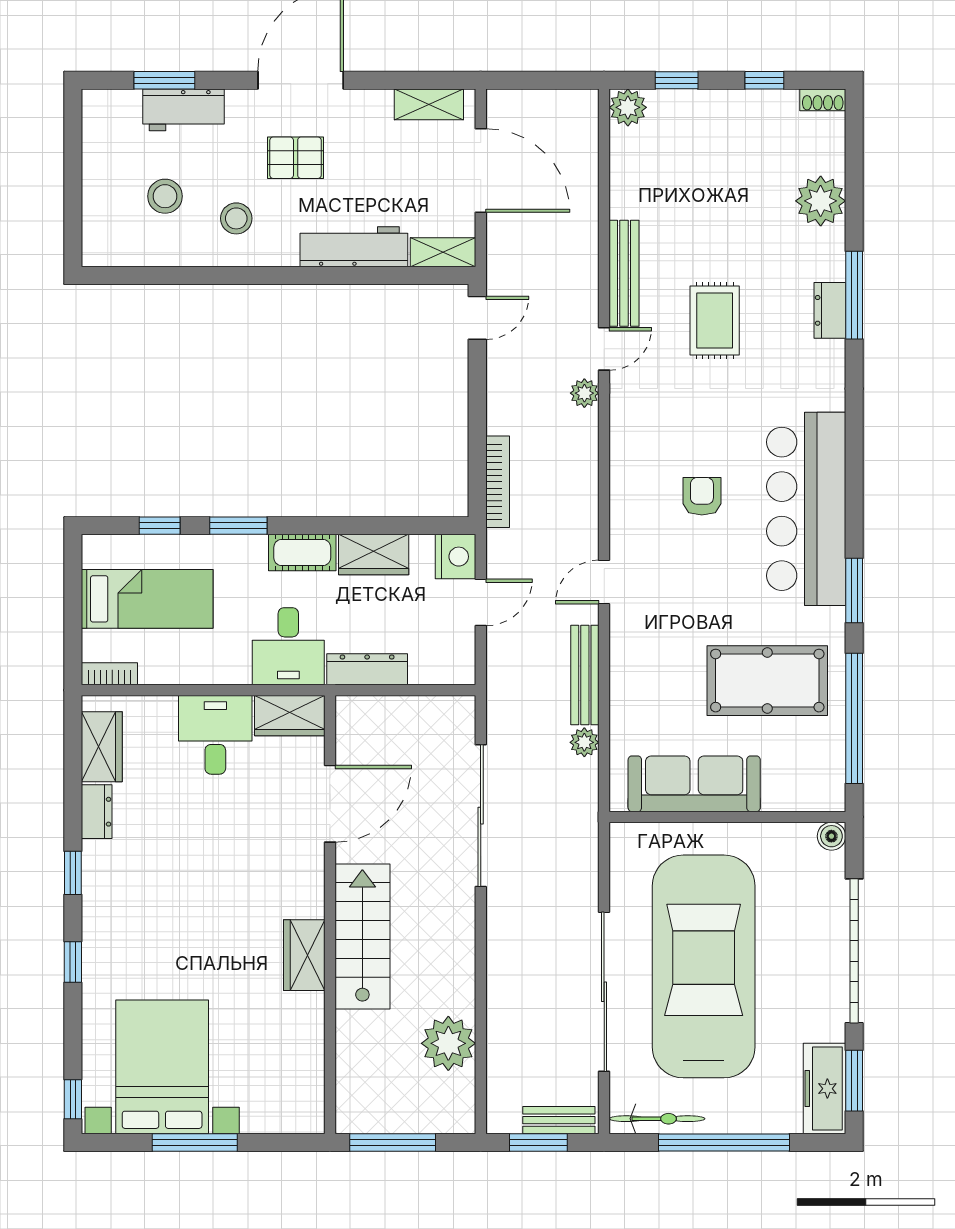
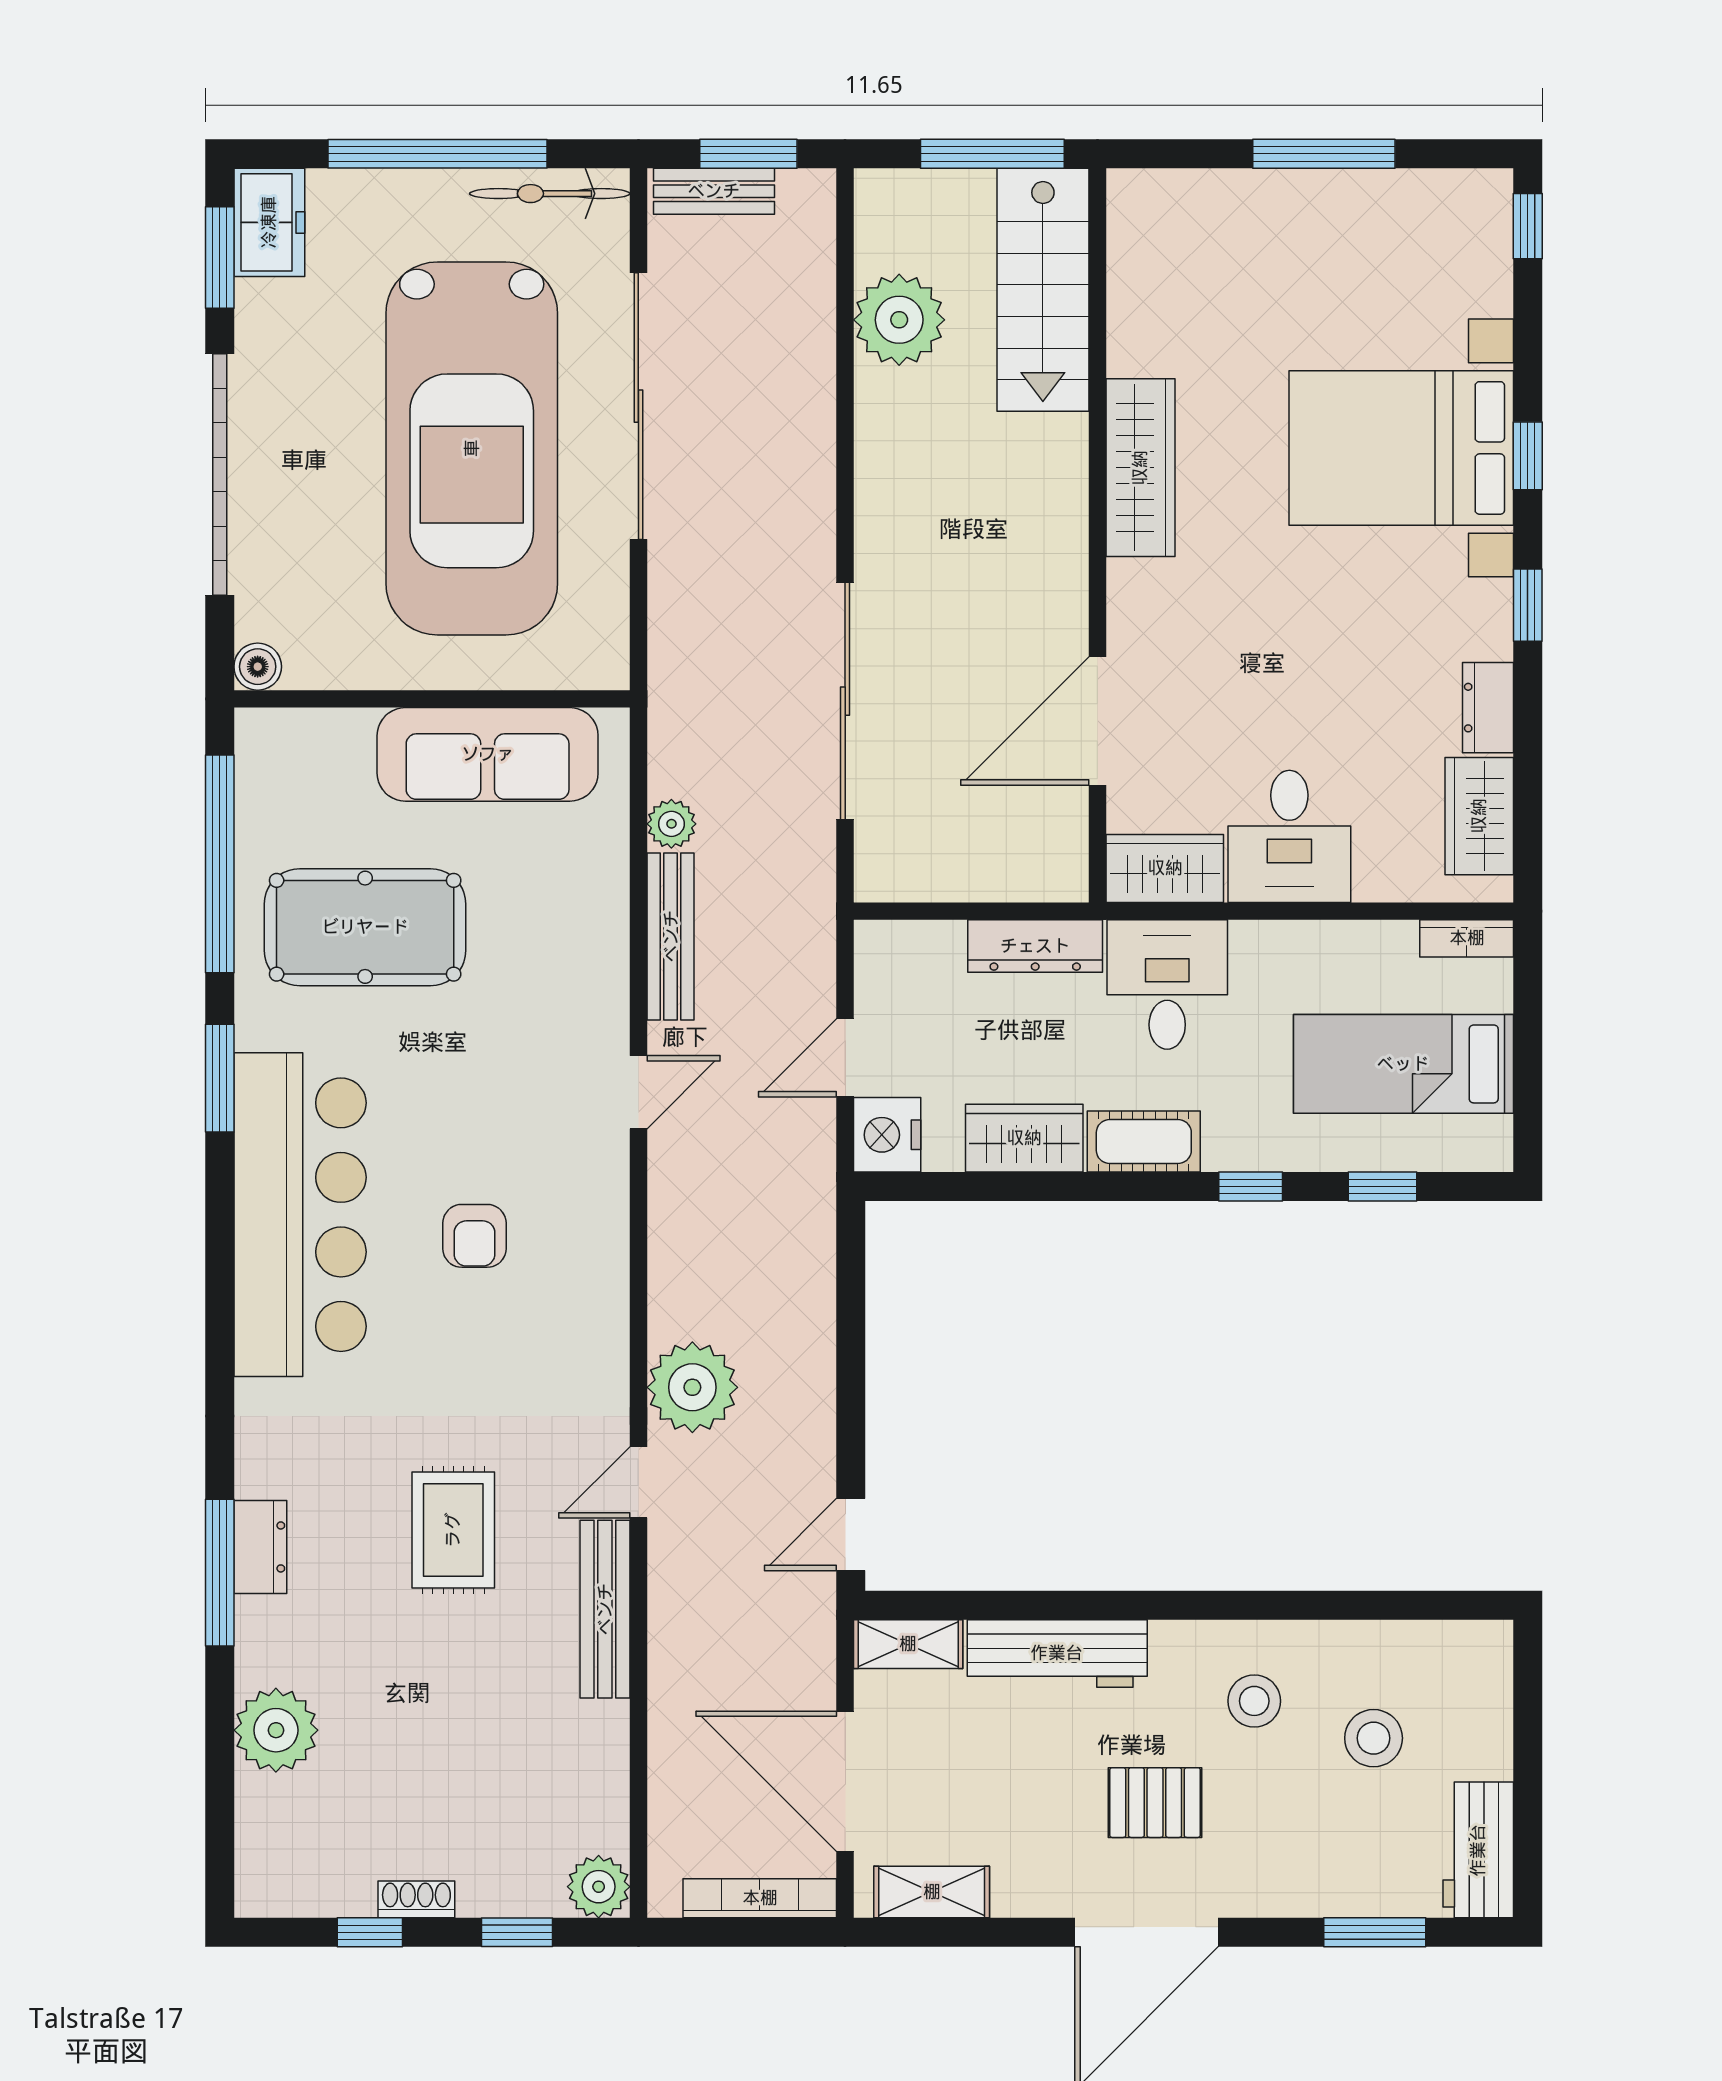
shoe rack: (823, 100) -> (416, 1899), moved
workbench: (184, 110) -> (1478, 1850), moved, turned -90
plant: (584, 393) -> (692, 1387), width x1.88, depth x1.88
bookcase: (498, 482) -> (760, 1898), moved, turned 90
window: (238, 526) -> (1251, 1187), width x0.67
stairs: (362, 937) -> (1043, 290), moved
wardrobe: (304, 955) -> (1140, 468), width x1.50
bed with nightstands: (162, 1067) -> (1401, 448), moved, turned 90
freezer: (825, 1089) -> (269, 222), width x0.71

